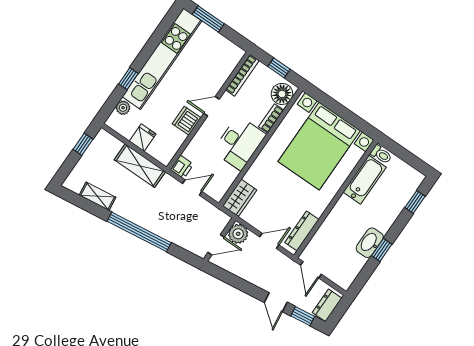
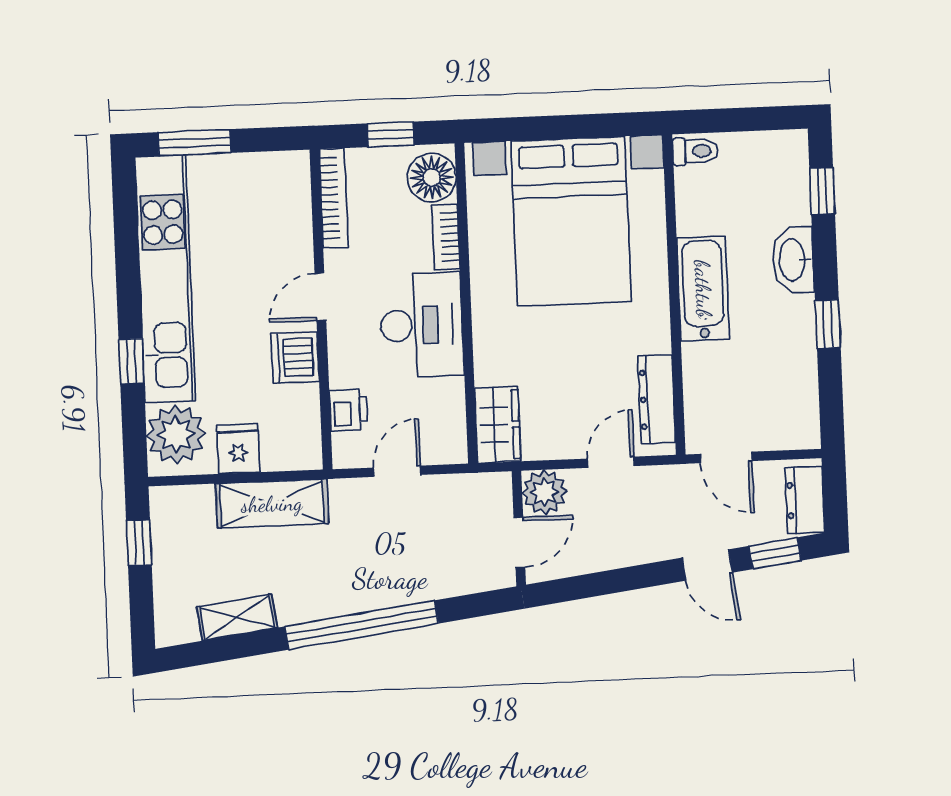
plant: (123, 108) -> (176, 435), width x1.87, depth x1.87
printer: (182, 167) -> (349, 410), moved
bathtub: (365, 180) -> (703, 289), moved
washbasin: (370, 243) -> (793, 260), moved

